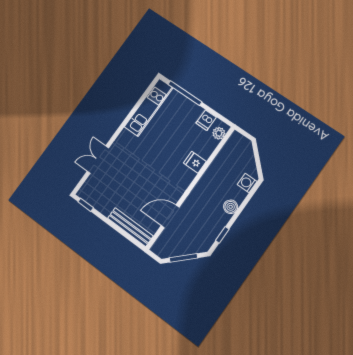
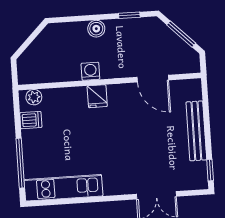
fridge: (195, 162) -> (97, 96), moved
washing machine: (247, 183) -> (90, 71), moved, turned 180
bench: (130, 227) -> (196, 131), moved

